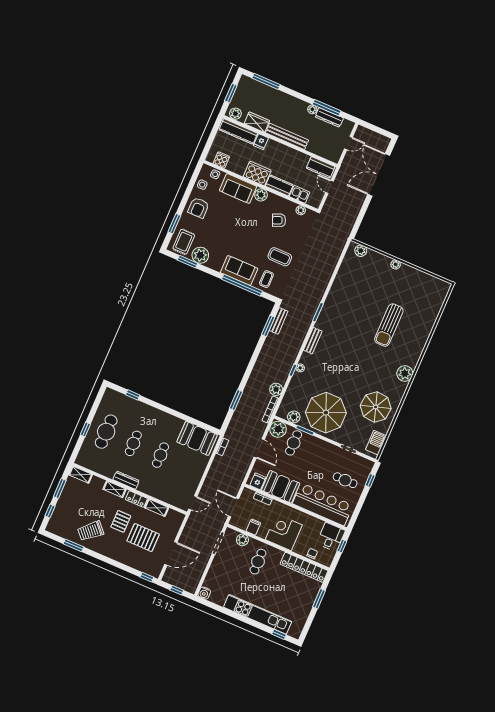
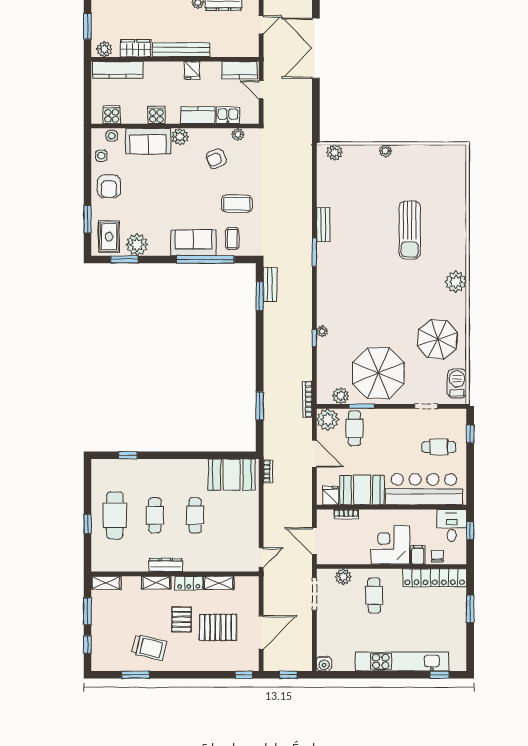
fridge: (261, 142) -> (192, 70), moved
cooker: (257, 173) -> (156, 115), width x0.53, depth x0.76
bench: (313, 341) -> (323, 225), moved
plant: (276, 389) -> (304, 371), removed
filing cabinet: (253, 527) -> (418, 555), moved
trolley: (91, 531) -> (149, 648), turned -124

